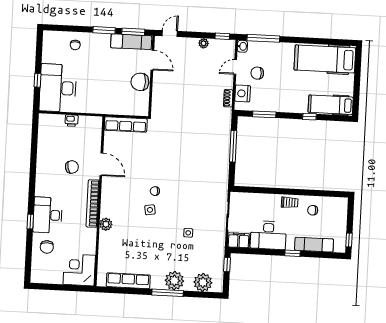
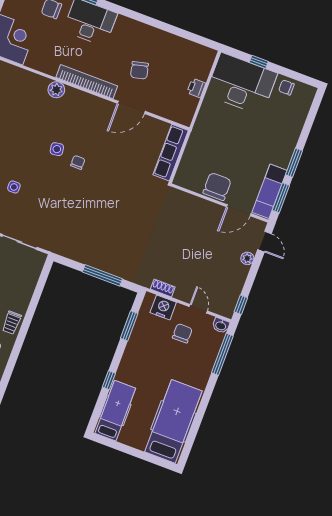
plant: (204, 43) -> (247, 258), moved
chair: (75, 45) -> (286, 87), moved

